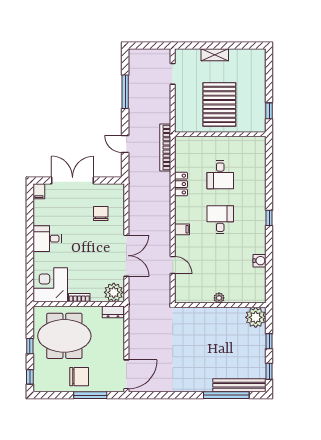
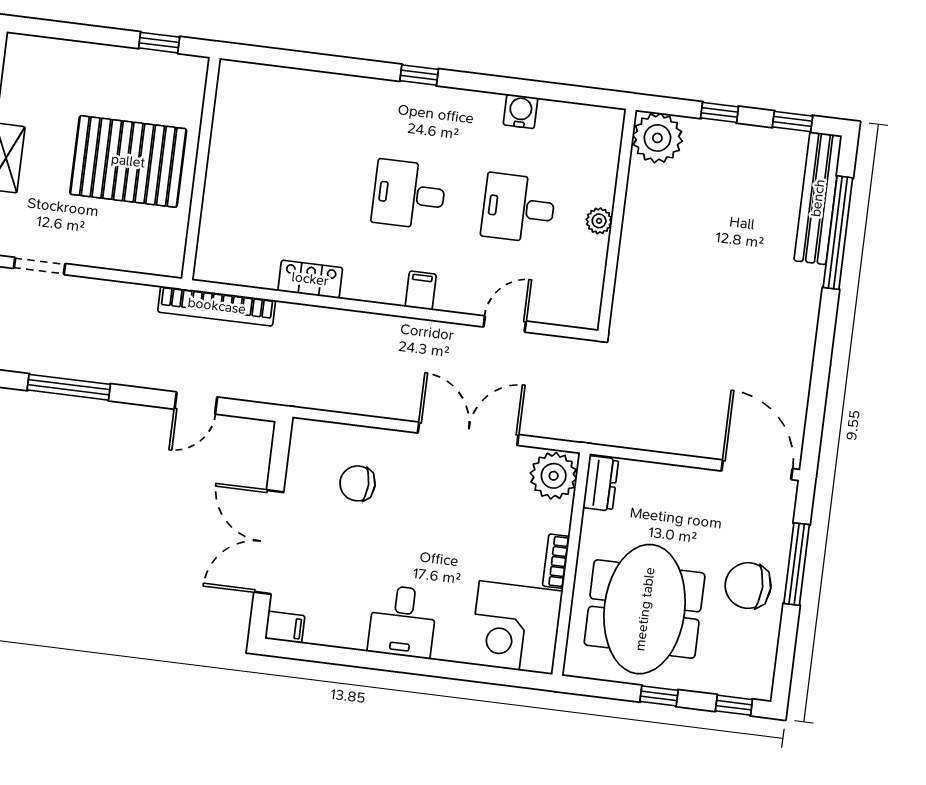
desk: (220, 175) -> (519, 208), moved, turned 180
chair: (79, 377) -> (748, 586), turned -90

